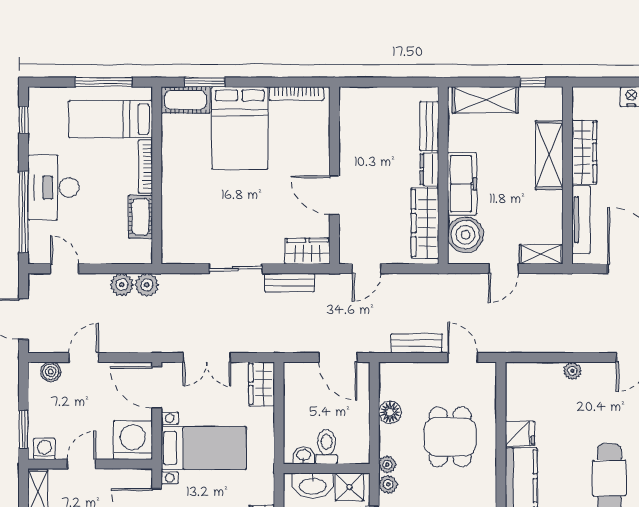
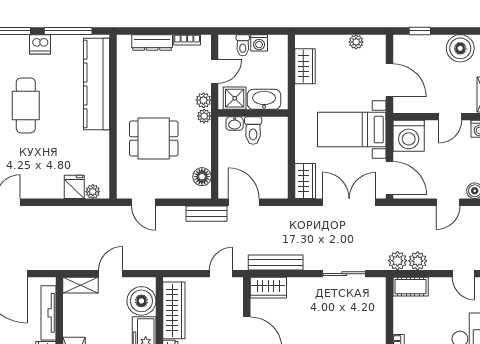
cot: (140, 217) -> (411, 287), moved, turned 90
sliding door: (236, 269) -> (344, 274), moved
bench: (289, 283) -> (276, 262), width x1.36
bench: (417, 343) -> (207, 214), moved
double door: (207, 357) -> (349, 202), width x1.37
plant: (572, 371) -> (93, 192), moved
floor lamp: (390, 412) -> (202, 177), moved
fridge: (520, 434) -> (74, 187), moved, turned 90
dining table: (450, 437) -> (154, 139), turned 90
washbasin: (304, 455) -> (235, 124), moved

